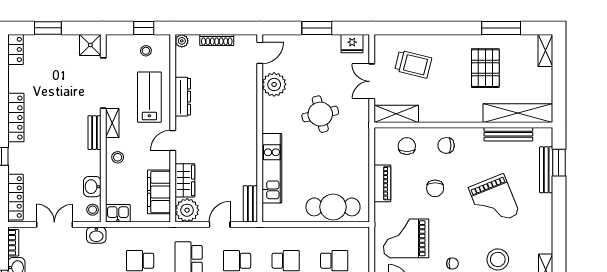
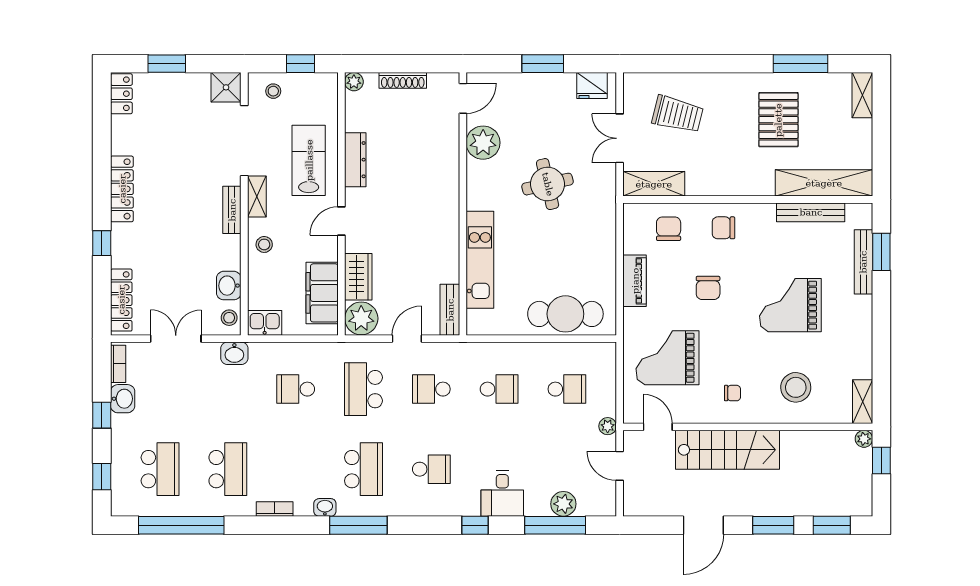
stool: (146, 51) -> (273, 91), moved
grand piano: (494, 201) -> (790, 305), turned 112

